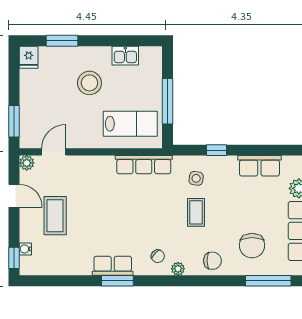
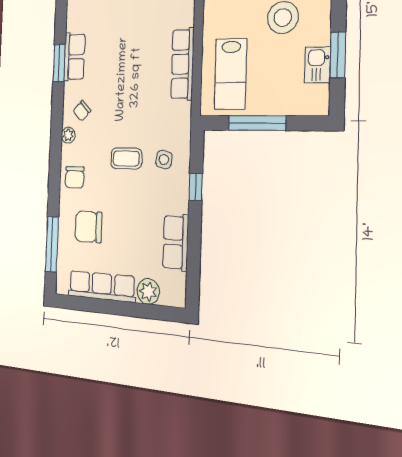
window: (119, 41) -> (338, 55), added
row of seats: (144, 165) -> (183, 64), moved

